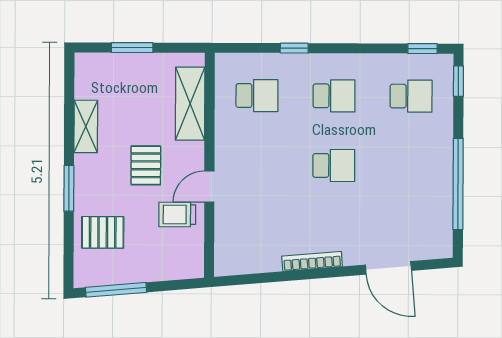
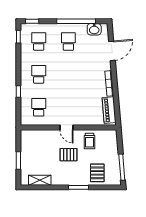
shelving: (190, 104) -> (42, 136), removed
shelving: (86, 126) -> (40, 180), moved
school desk: (334, 165) -> (68, 41), moved
door: (209, 187) -> (66, 127), moved
washbasin: (439, 226) -> (94, 29), added
piano: (250, 260) -> (109, 110), added

